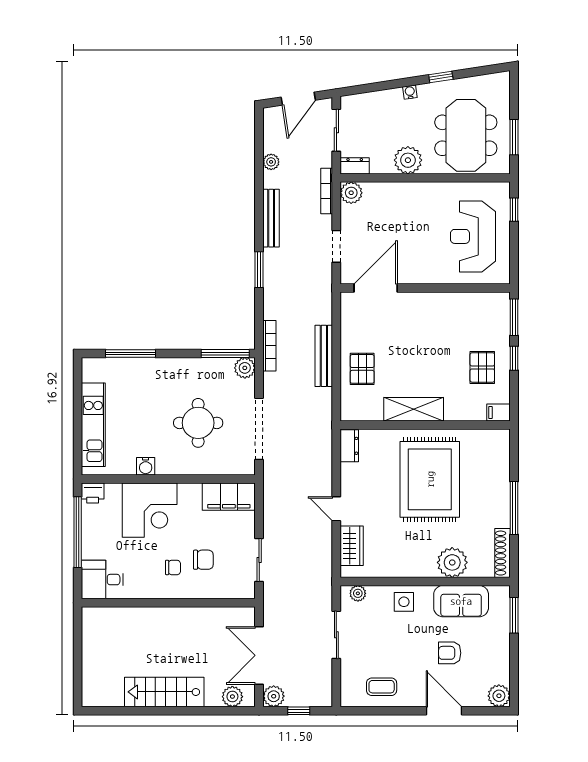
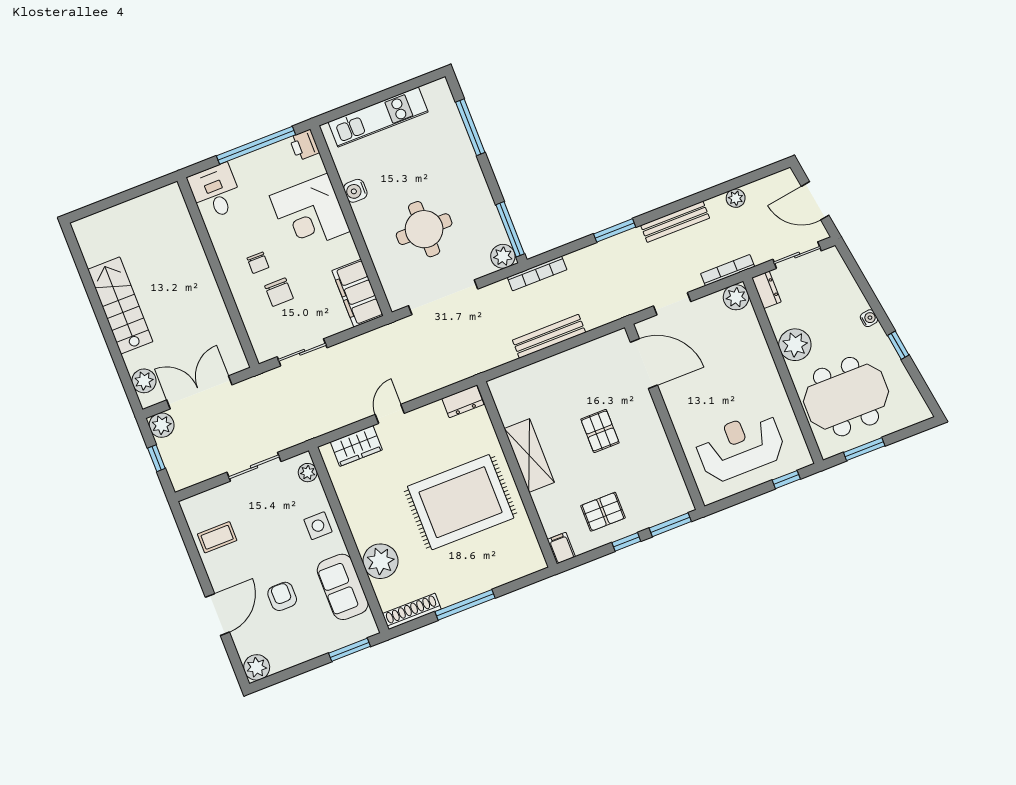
pallet: (362, 369) -> (600, 431), moved, turned 90
coffee table: (382, 687) -> (217, 537), turned 90

